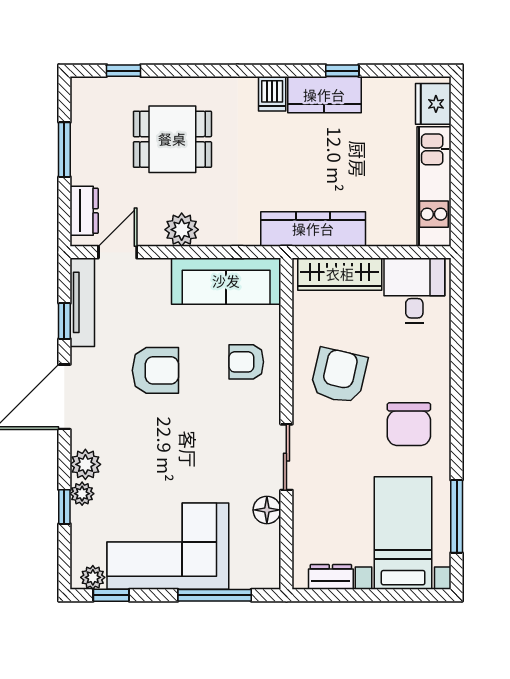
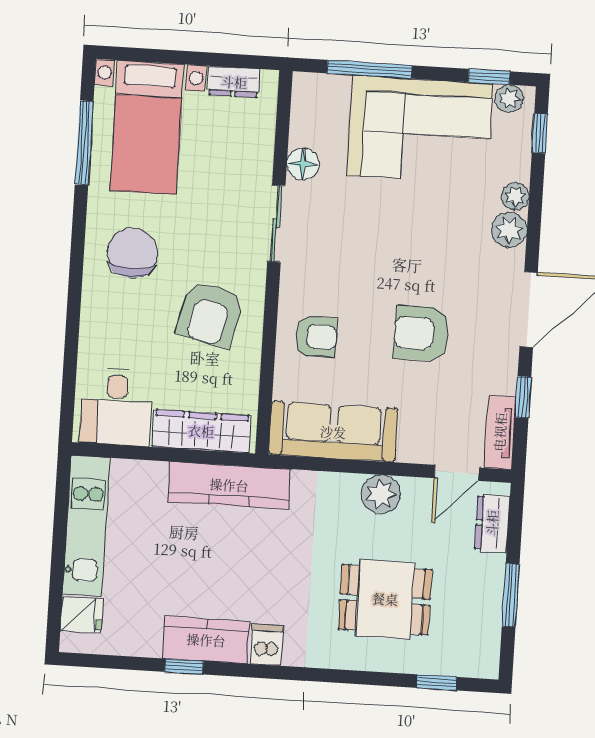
fridge: (433, 104) -> (82, 615), width x0.72
tv unit: (82, 302) -> (500, 432), width x0.71
window: (64, 507) -> (540, 133), moved

